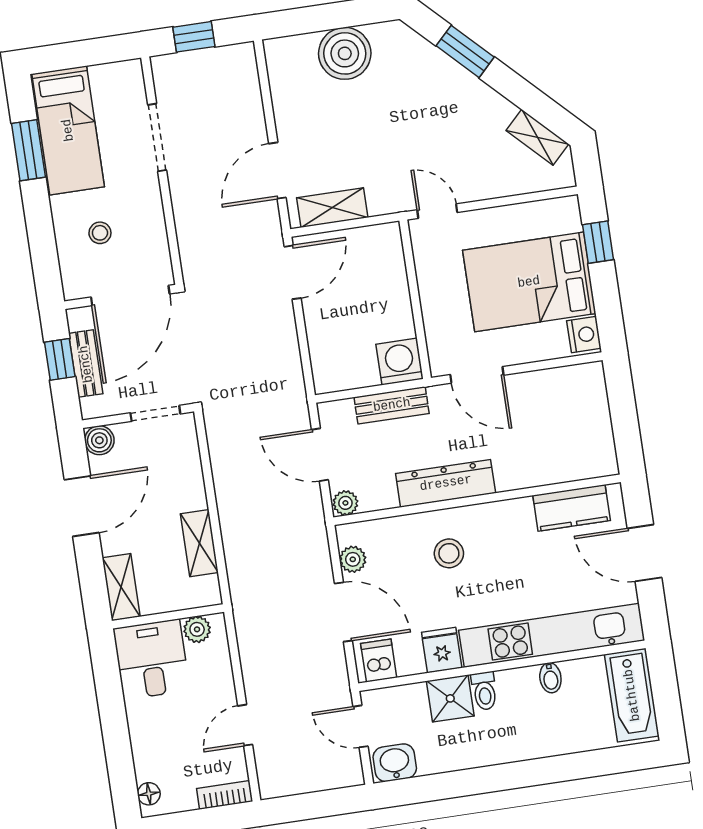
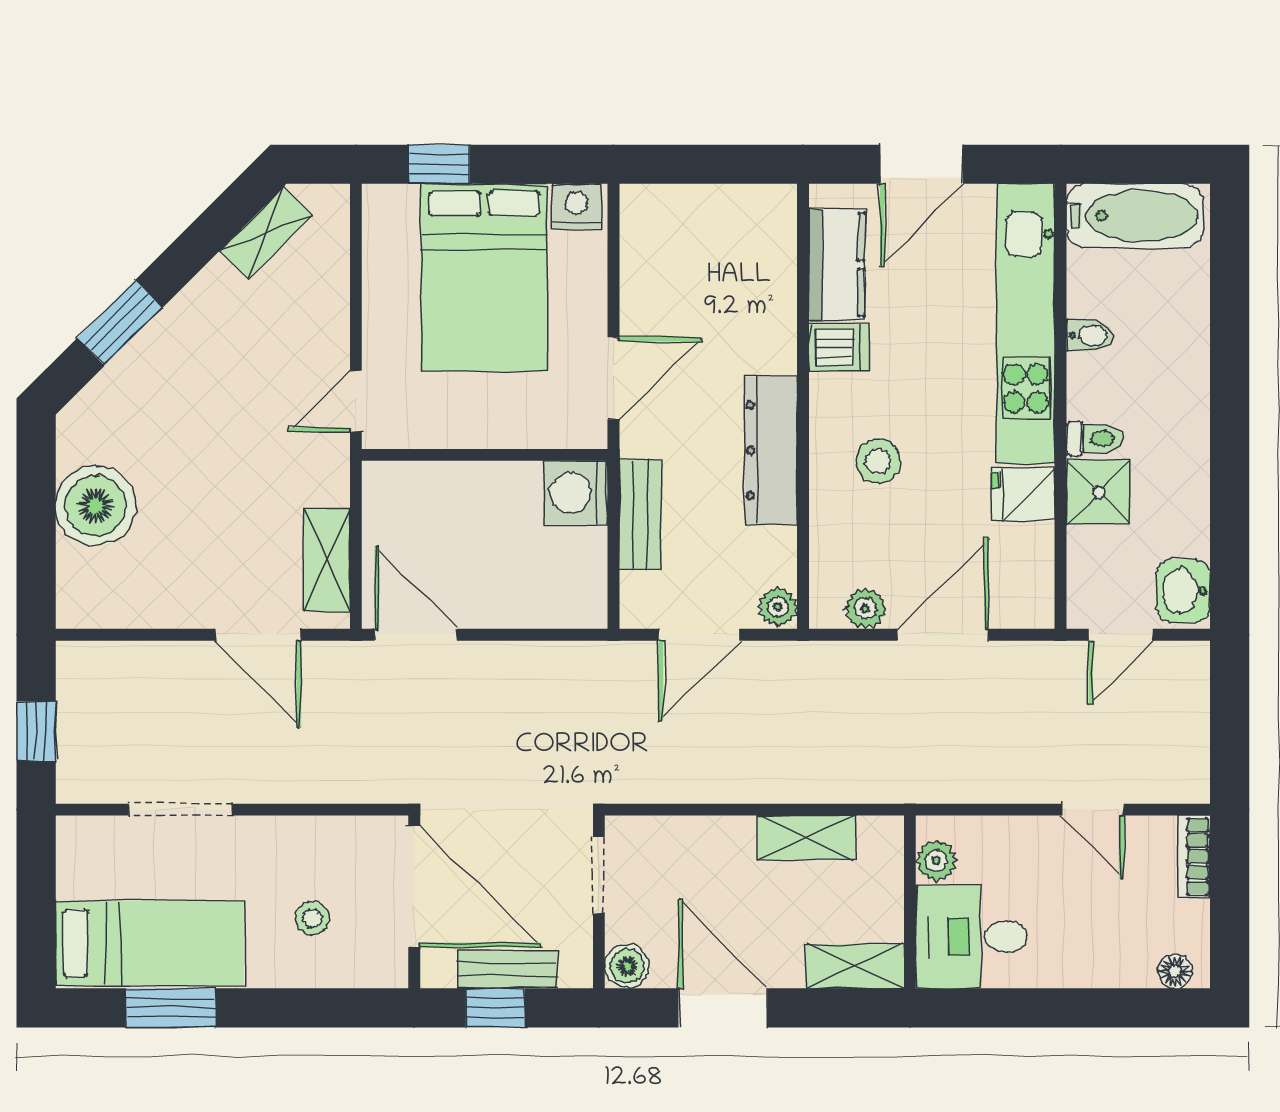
dishwasher: (379, 661) -> (839, 348), moved, turned 180

